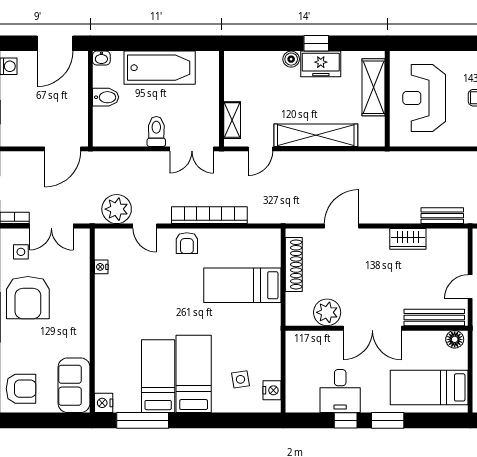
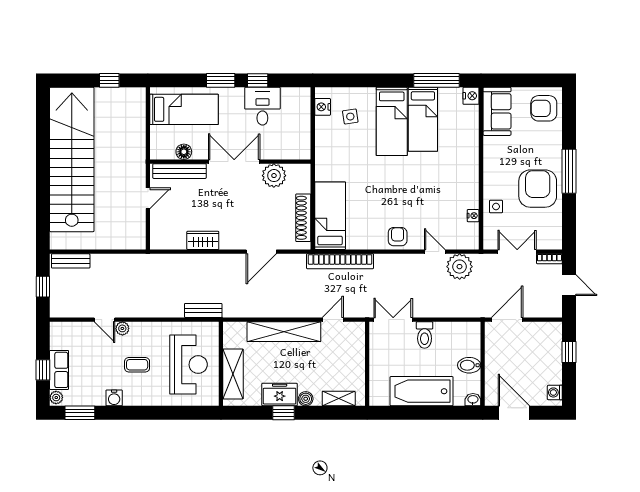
door: (55, 43) -> (514, 413), hinge flipped
shelving: (232, 120) -> (339, 399), moved, turned 90
bookcase: (209, 215) -> (340, 261), moved
bench: (442, 216) -> (203, 310), moved
side table: (21, 252) -> (496, 207), moved
bed: (242, 285) -> (330, 216), moved, turned -90
floor lamp: (455, 339) -> (184, 152), moved

